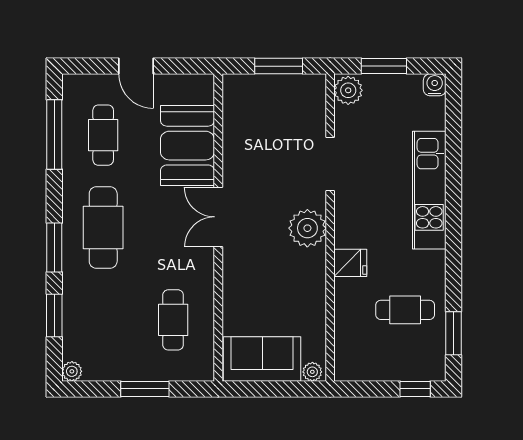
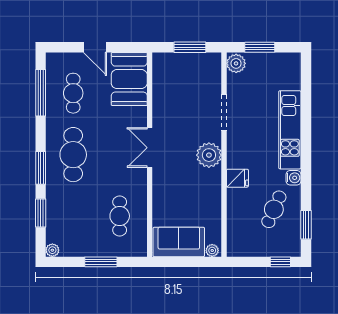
water cooler: (435, 85) -> (293, 178), moved, turned 90
booth: (187, 146) -> (129, 79), moved
cafe table: (405, 310) -> (274, 209), turned -66

